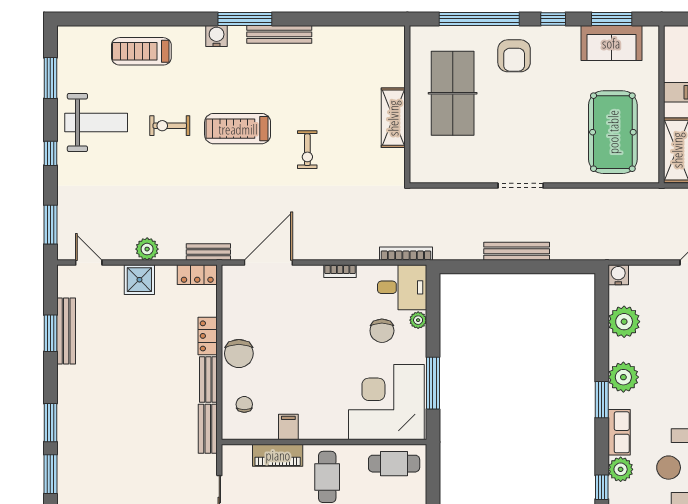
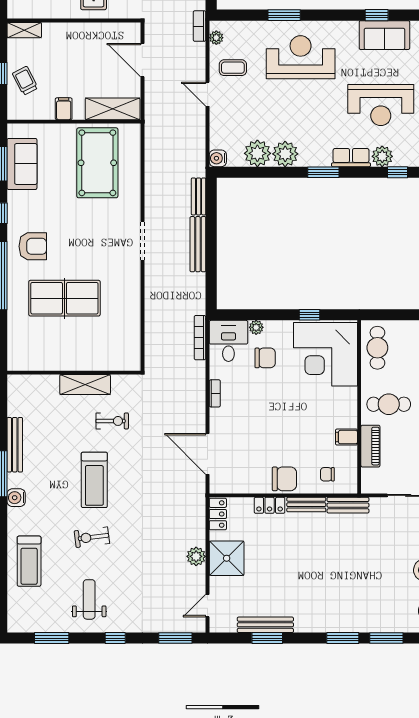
wall: (407, 104) -> (74, 373), moved
shelving: (393, 118) -> (85, 385), moved
weight bench: (96, 123) -> (89, 599), width x0.73, depth x0.75
exercise bike: (170, 126) -> (92, 537), turned 83
pool table: (613, 132) -> (97, 163), turned 90
bench: (208, 252) -> (199, 196), moved
shower: (139, 280) -> (227, 558), width x1.36, depth x1.36
plant: (623, 377) -> (285, 154), moved
window: (433, 383) -> (309, 315), width x0.46

